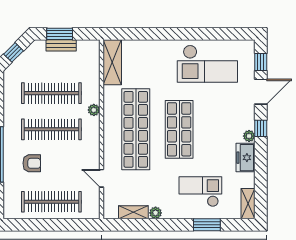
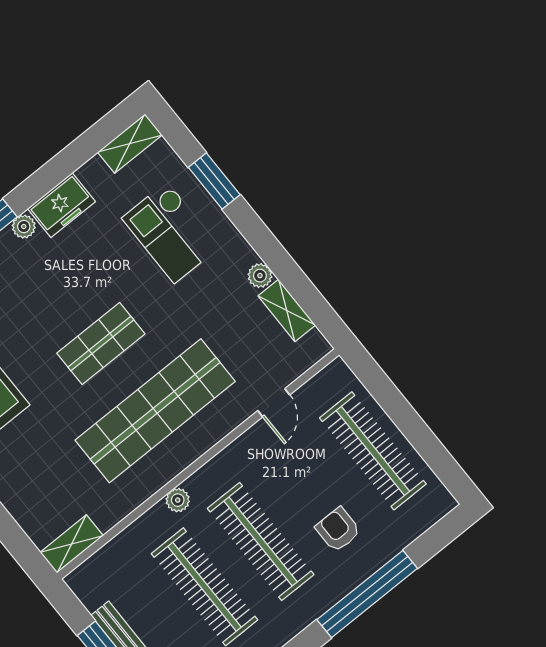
shelving: (112, 62) -> (72, 544), width x0.67, depth x0.75
shop shelf: (179, 129) -> (101, 344), width x0.70, depth x0.74

